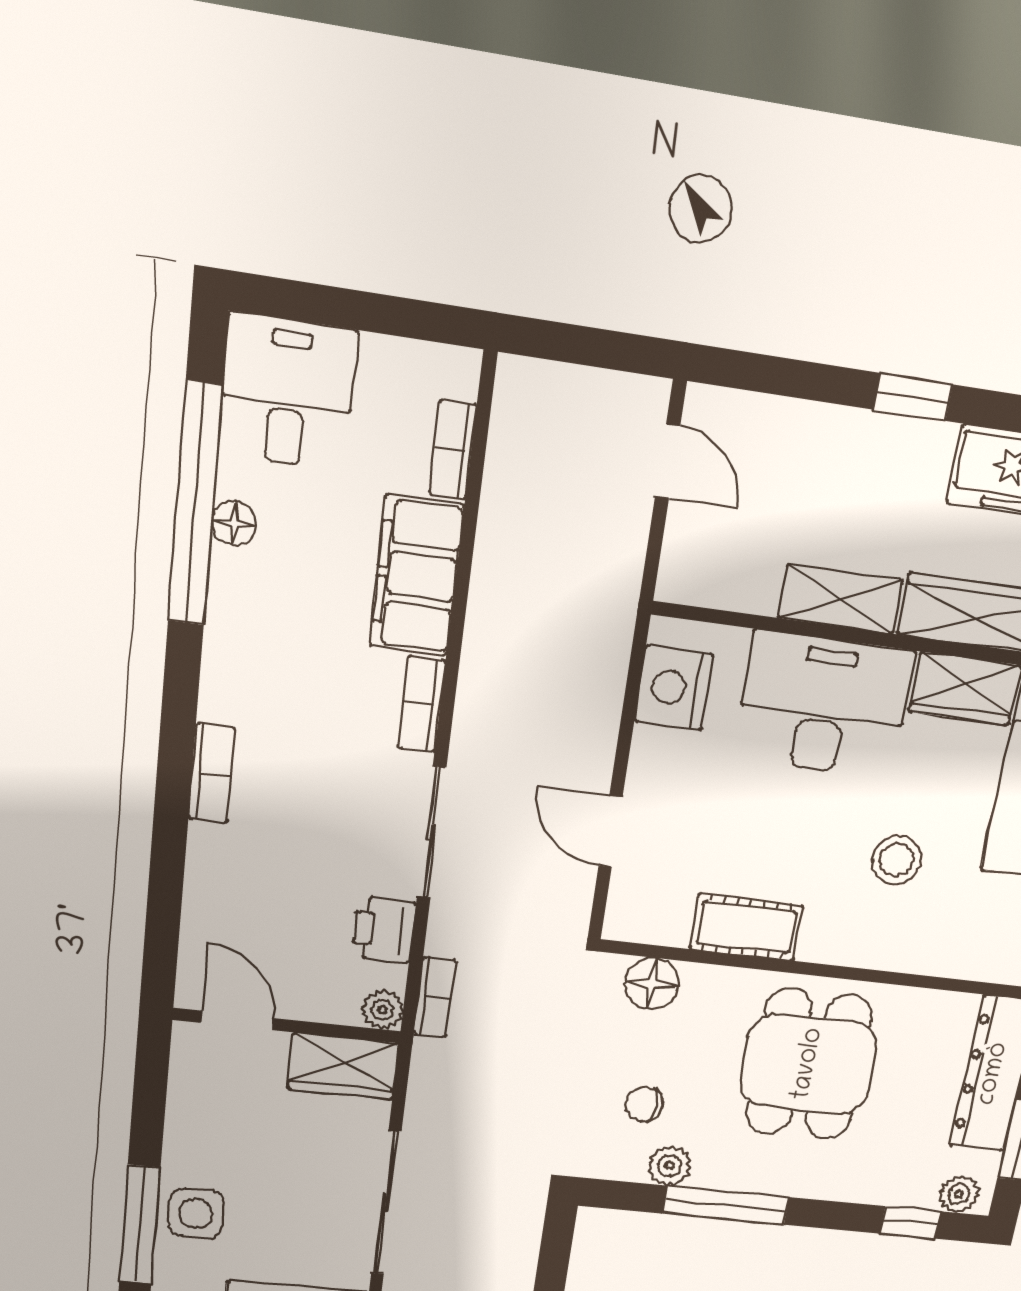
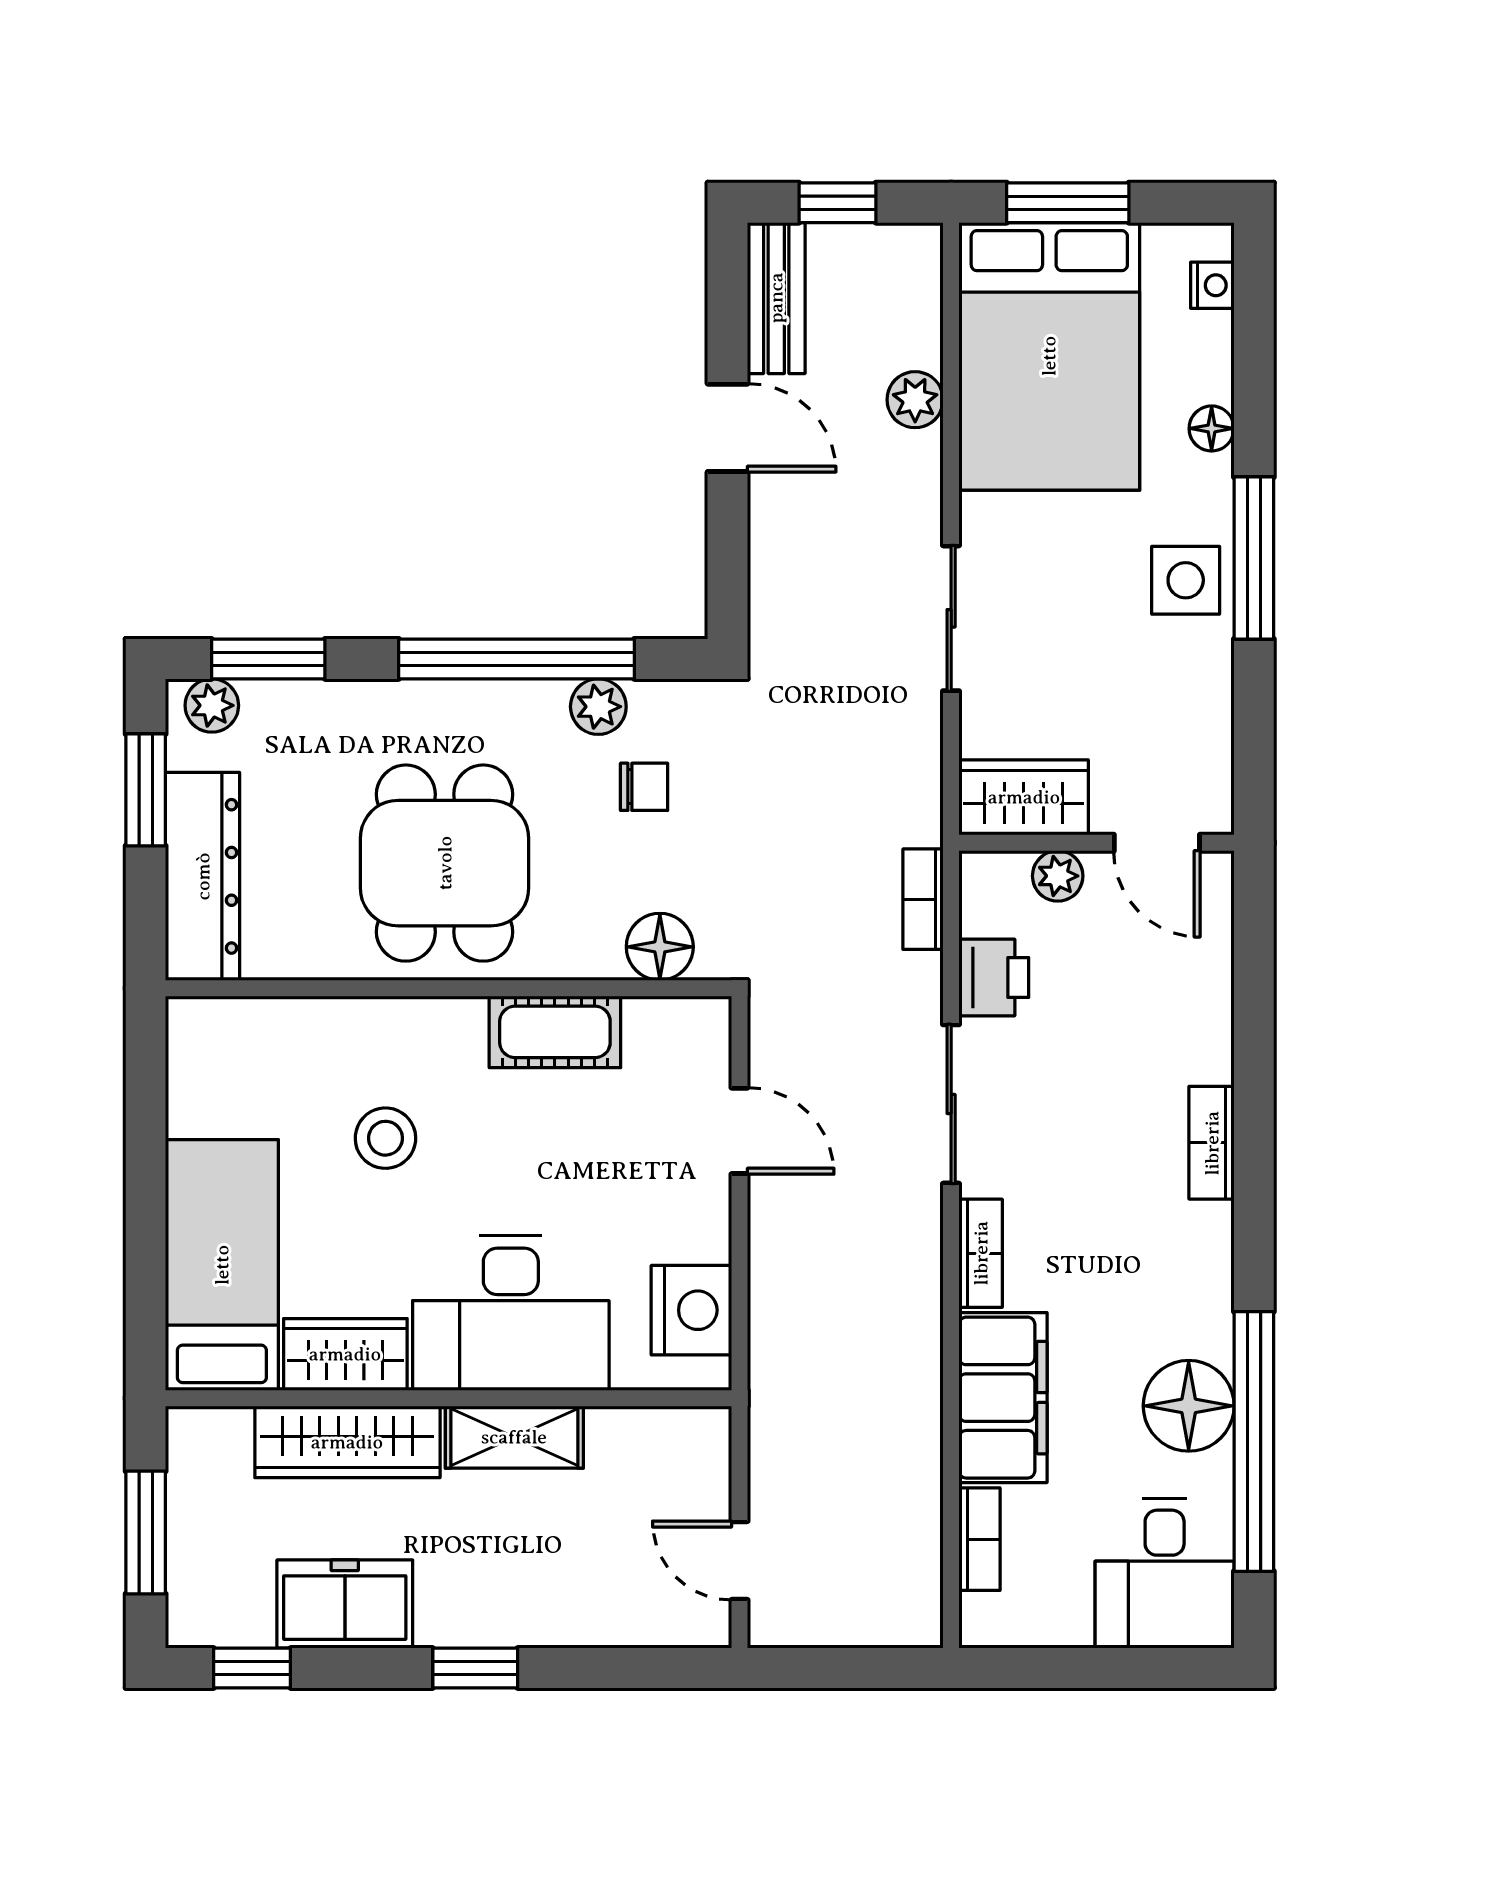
floor lamp: (234, 523) -> (1189, 1406), width x1.89, depth x1.89
plant: (382, 1010) -> (1058, 876), moved
sliding door: (386, 1203) -> (951, 618), width x0.73
window: (726, 1205) -> (516, 659), width x1.46
window: (910, 1223) -> (268, 659), width x1.50

